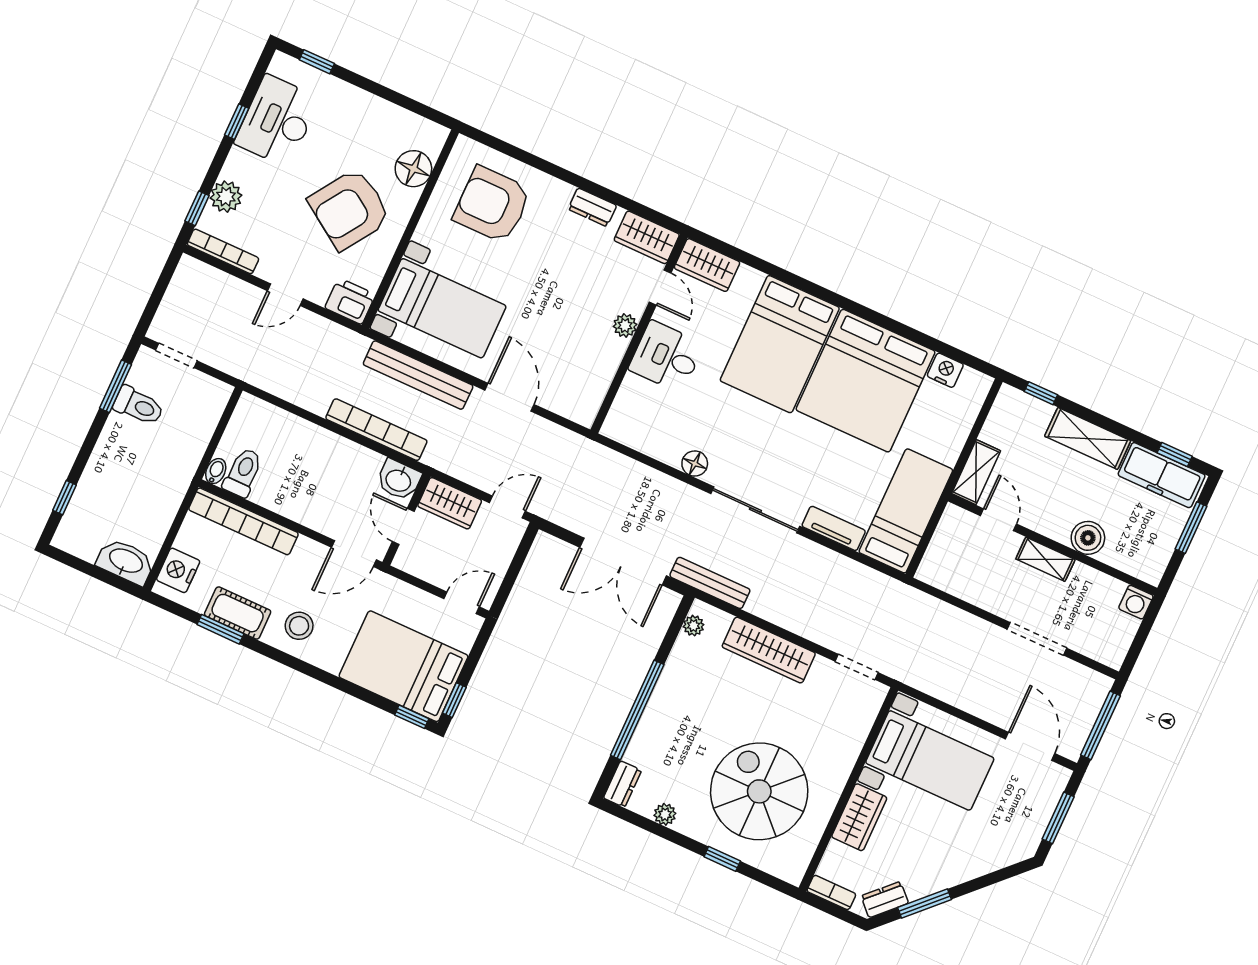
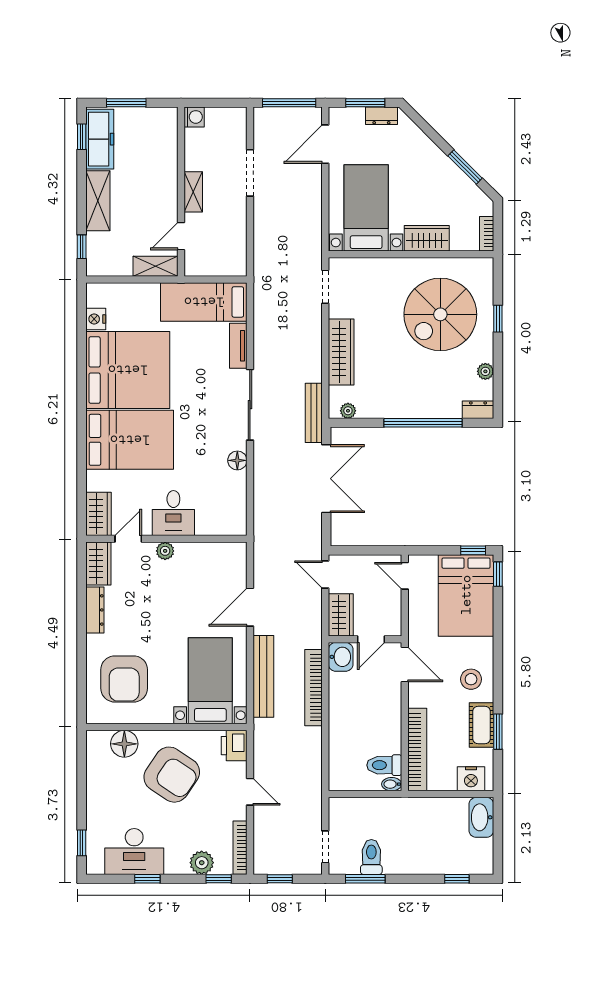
dresser: (592, 207) -> (95, 610), width x1.44
window: (163, 282) -> (280, 879), added
boiler: (1088, 538) -> (165, 170), removed
dresser: (885, 900) -> (381, 116), moved, turned -45

